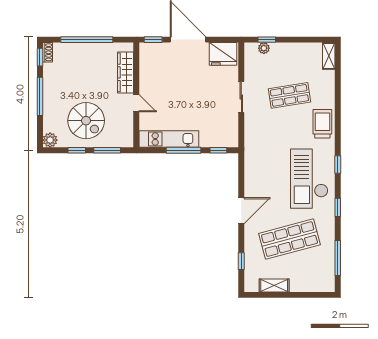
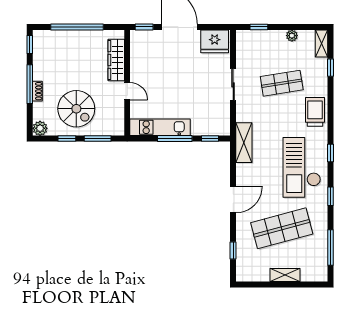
plant: (264, 48) -> (292, 36), moved
shoe rack: (48, 52) -> (37, 91), moved
window: (338, 80) -> (330, 68), added
shelving: (252, 154) -> (244, 143), added
shelving: (274, 285) -> (285, 275), moved

